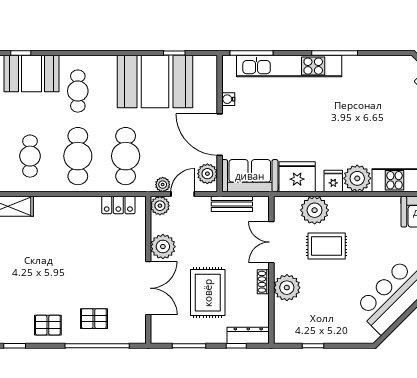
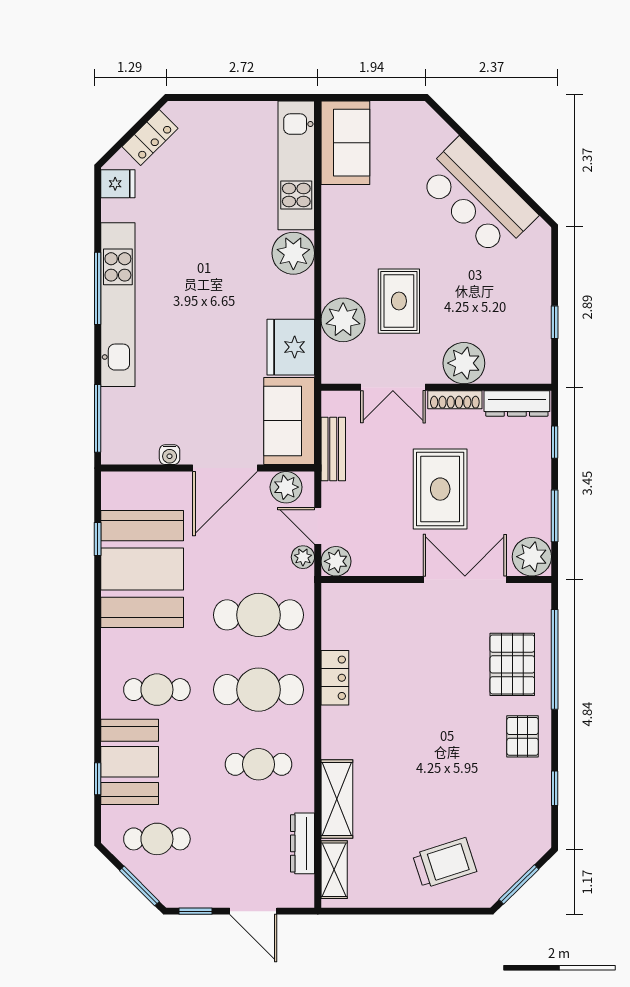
kitchen unit: (289, 66) -> (118, 305), moved
fridge: (333, 181) -> (118, 184), moved, turned 180
locker: (118, 205) -> (335, 678), moved
plant: (163, 247) -> (532, 557), moved
shoe rack: (263, 282) -> (455, 400), width x1.43
rug: (208, 293) -> (440, 489), moved, turned 90
pallet: (94, 319) -> (512, 664), width x1.50, depth x1.42
dresser: (248, 335) -> (517, 403), moved, turned -90

